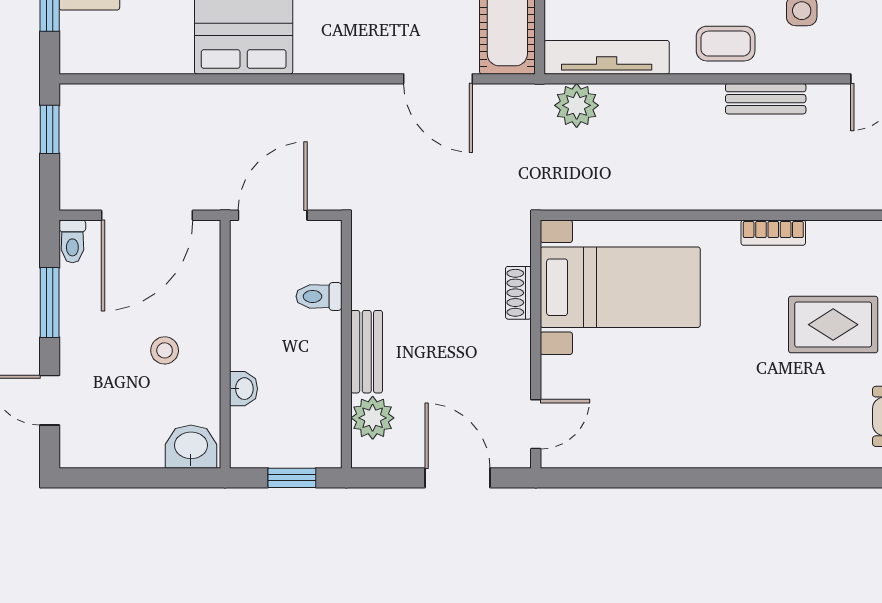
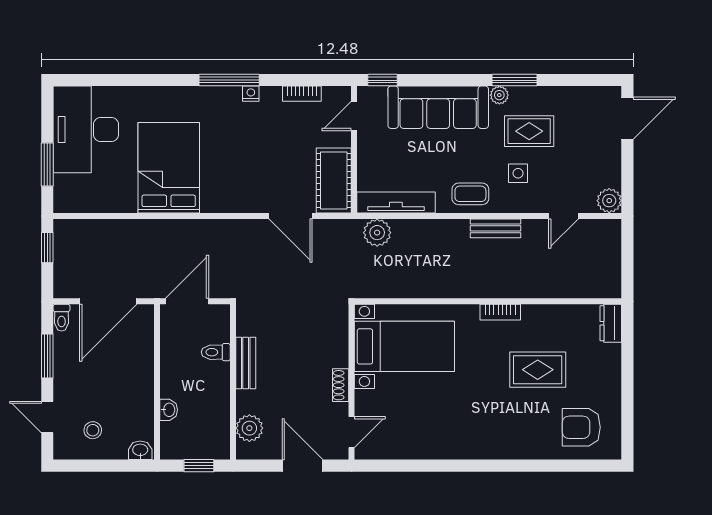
shoe rack: (518, 293) -> (341, 385), moved
stool: (165, 350) -> (93, 430), moved
bench: (367, 352) -> (246, 363), moved
washbasin: (191, 447) -> (140, 450), width x0.72, depth x0.69

